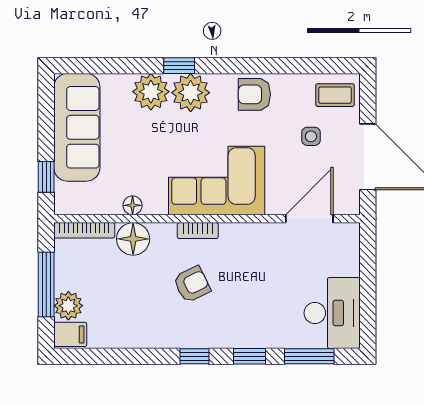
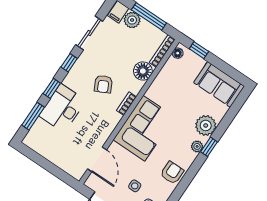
plant: (191, 93) -> (197, 146), width x0.53, depth x0.53
sofa: (77, 127) -> (219, 84), width x0.73
floor lamp: (133, 205) -> (178, 53), moved
desk: (332, 313) -> (63, 108), moved, turned 90
sliding door: (130, 356) -> (89, 33), added

